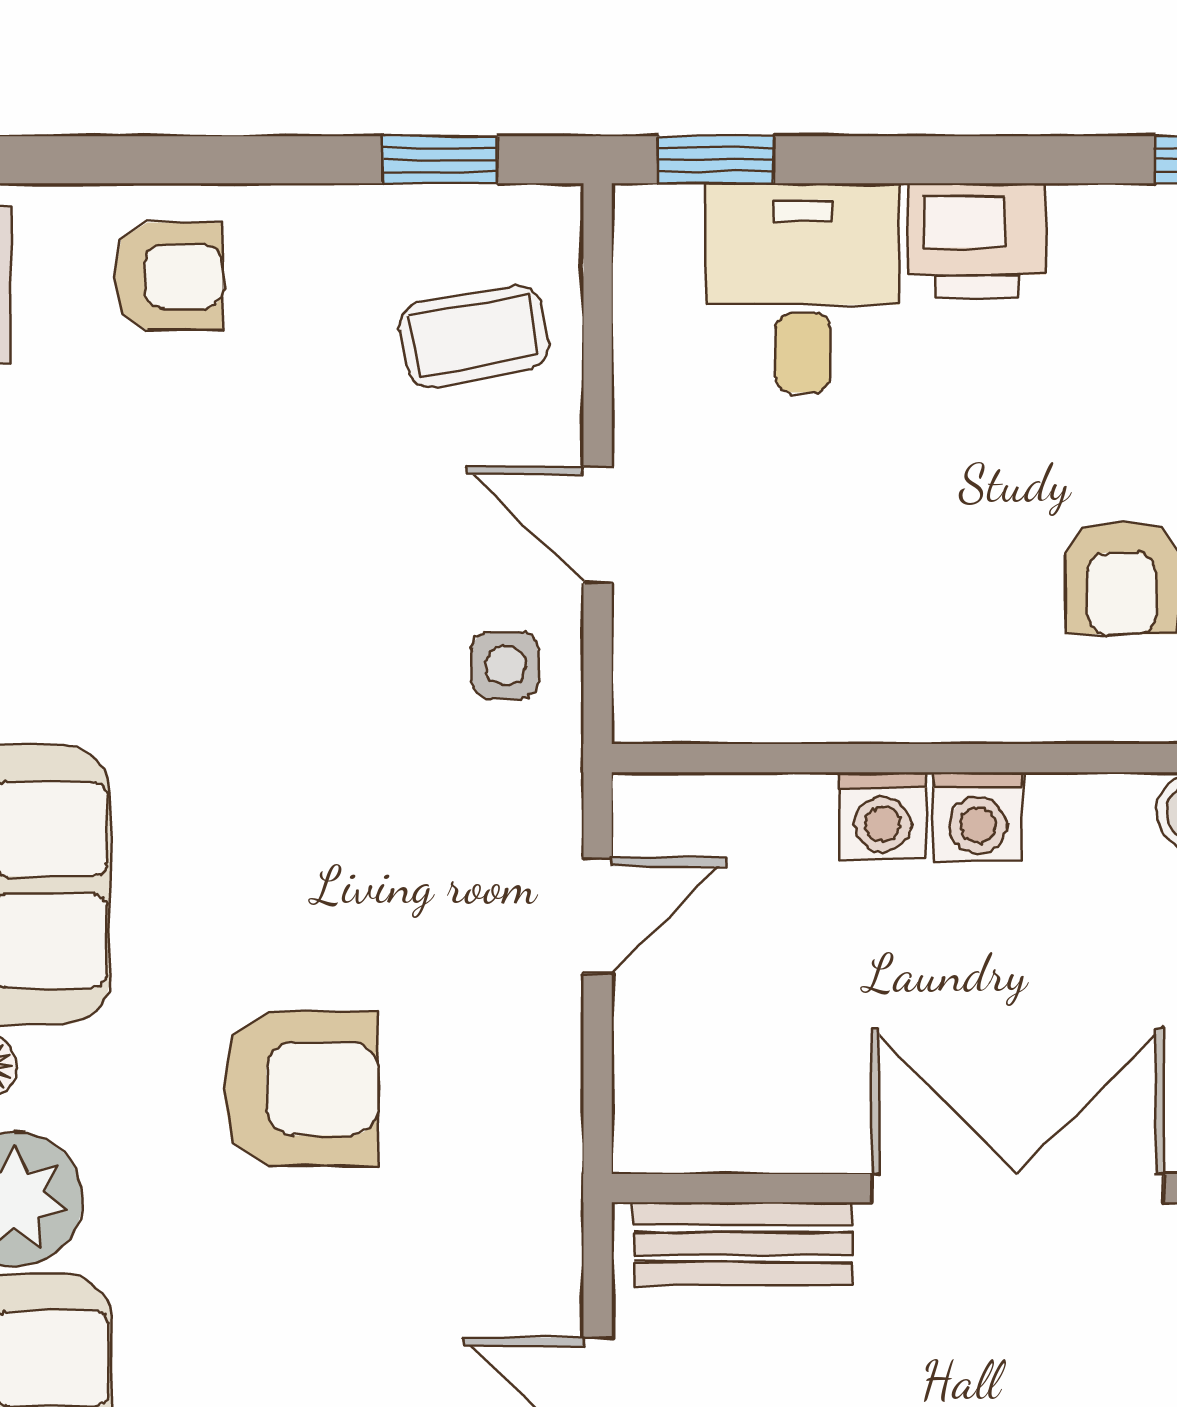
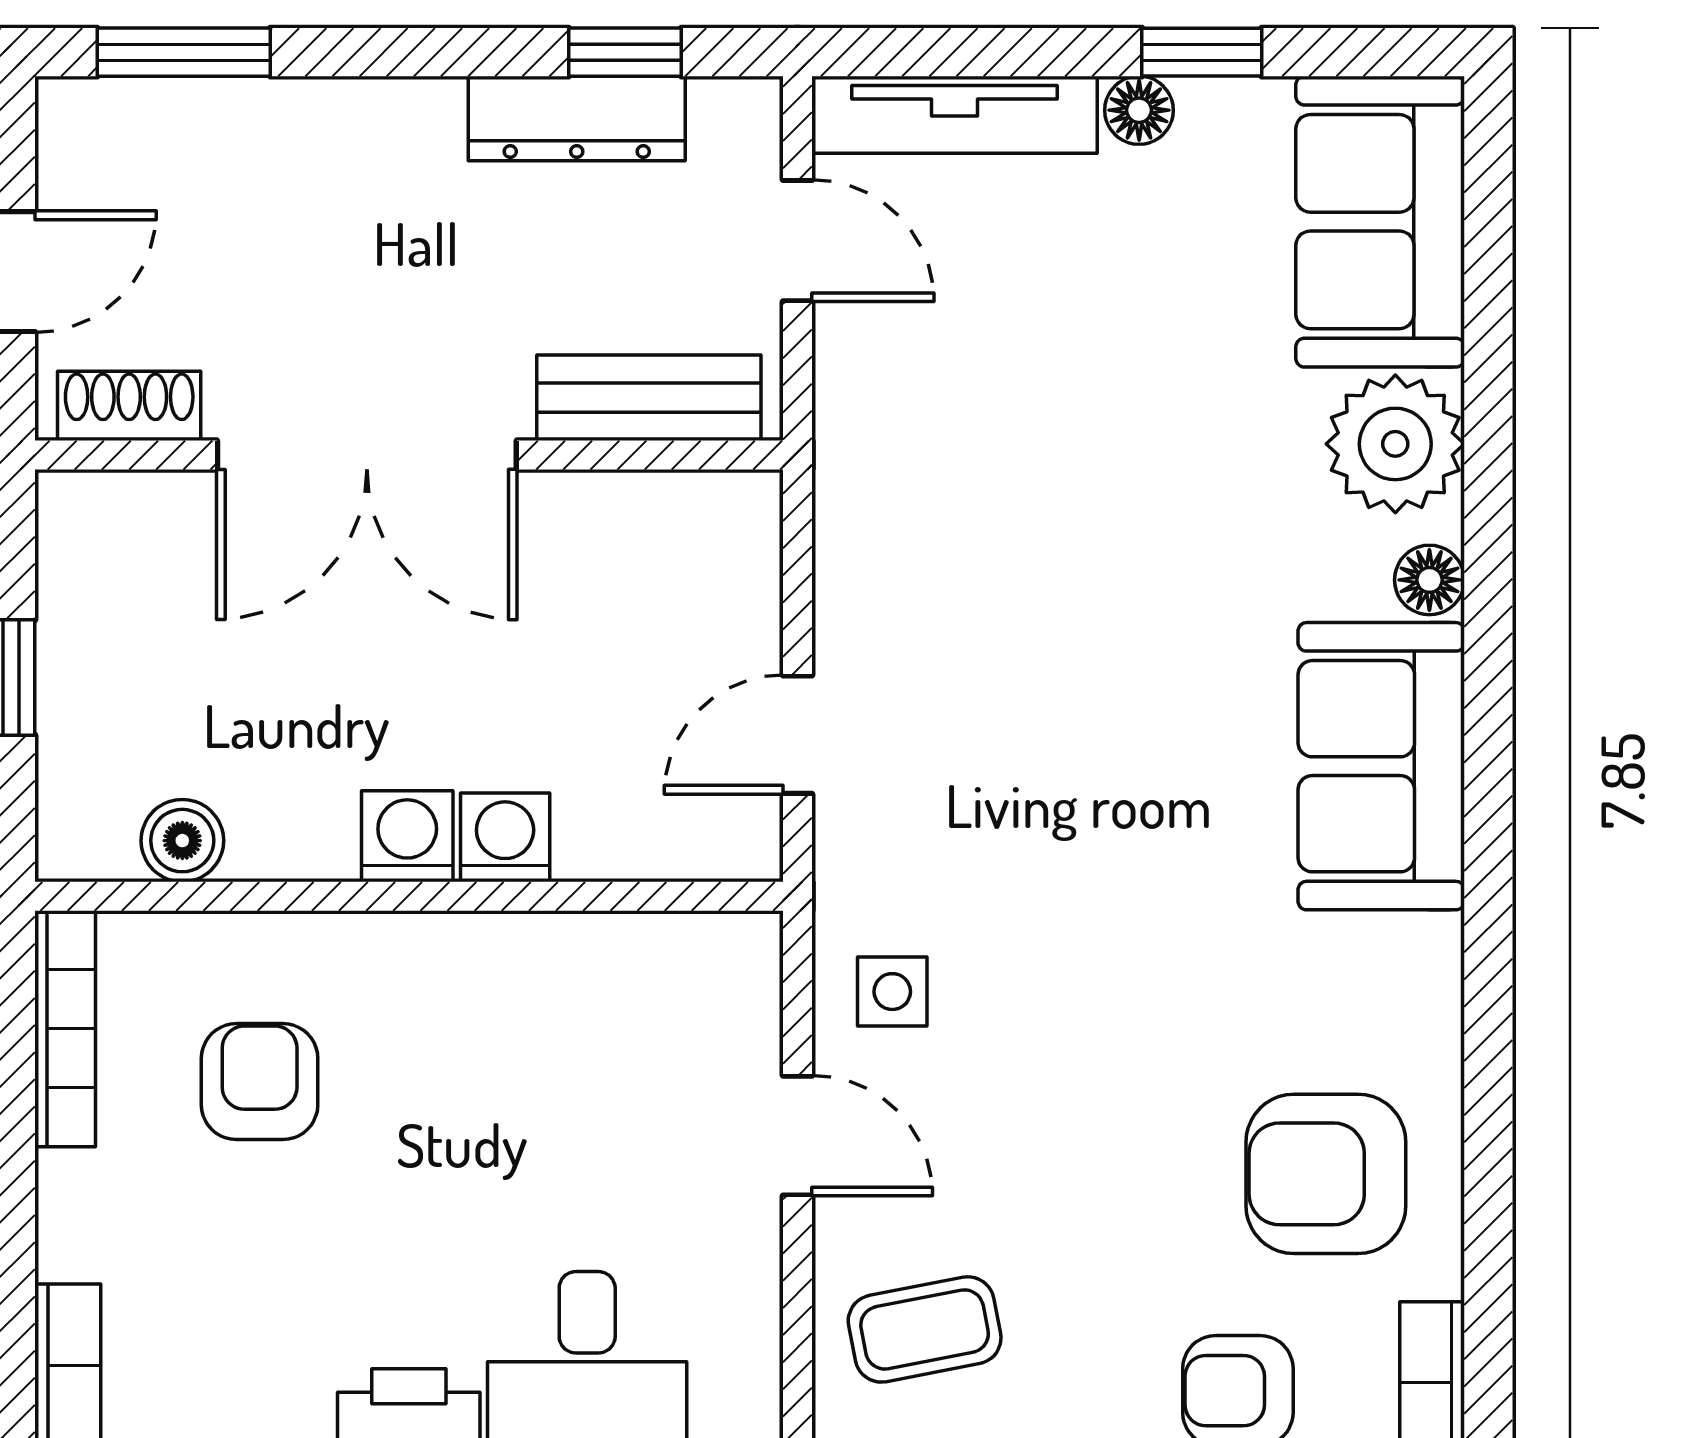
armchair: (301, 1089) -> (1326, 1174), moved

